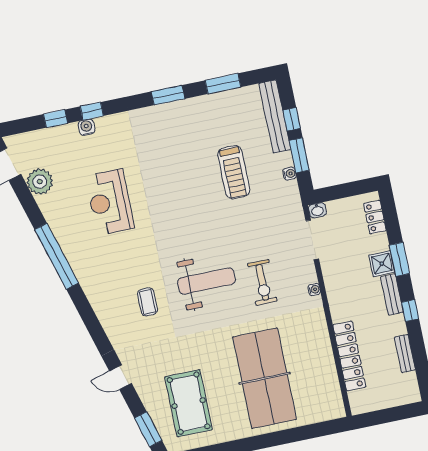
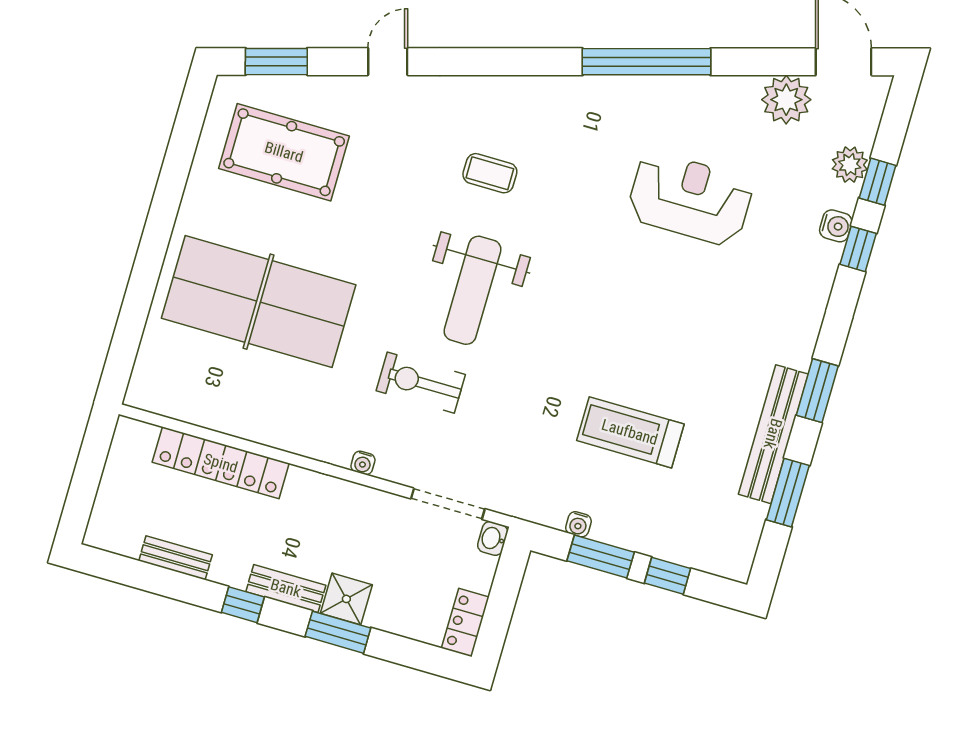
bench: (275, 116) -> (773, 434), moved, turned 90
plant: (54, 136) -> (850, 165), added
locker: (375, 217) -> (465, 623), moved, turned -90

